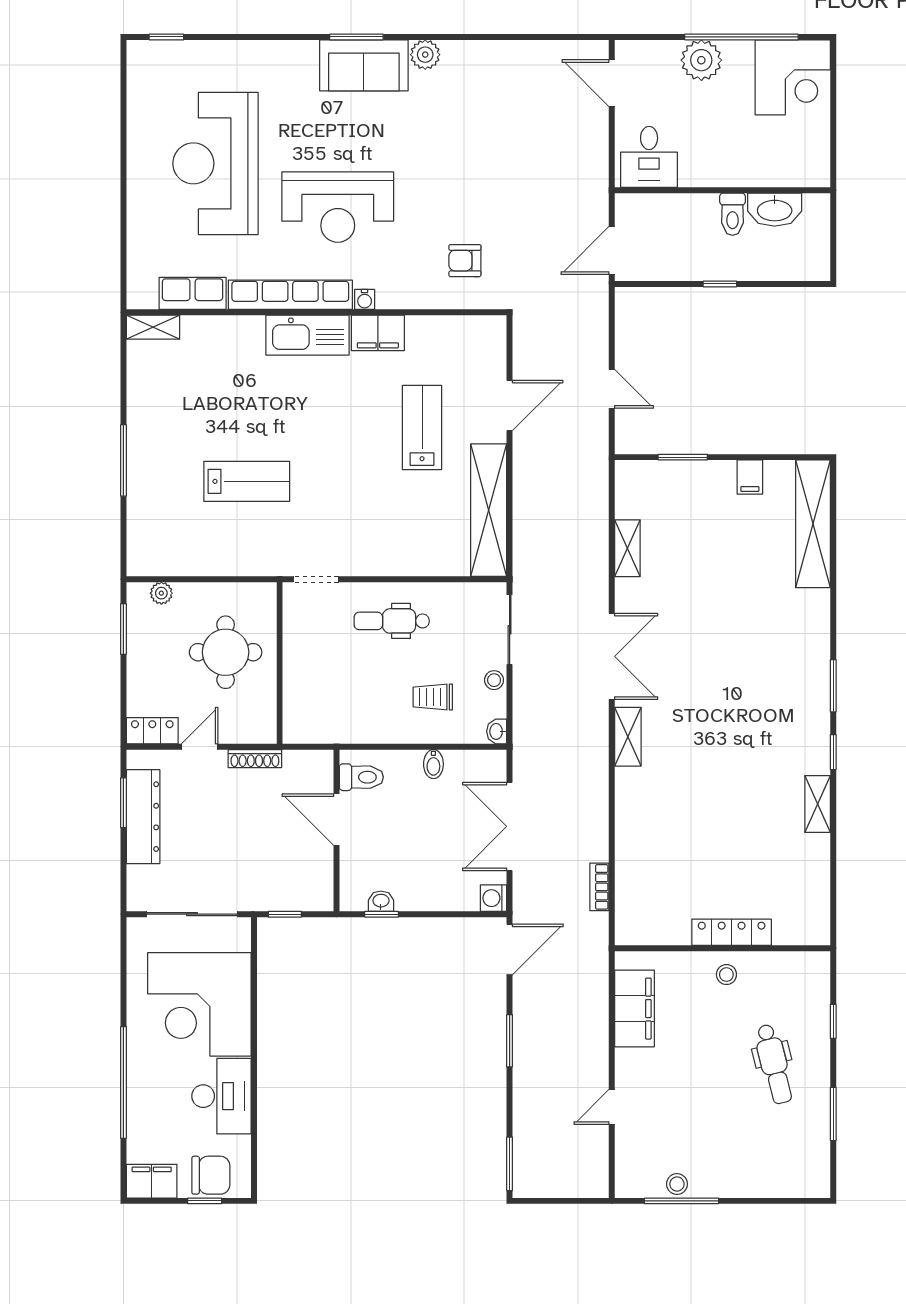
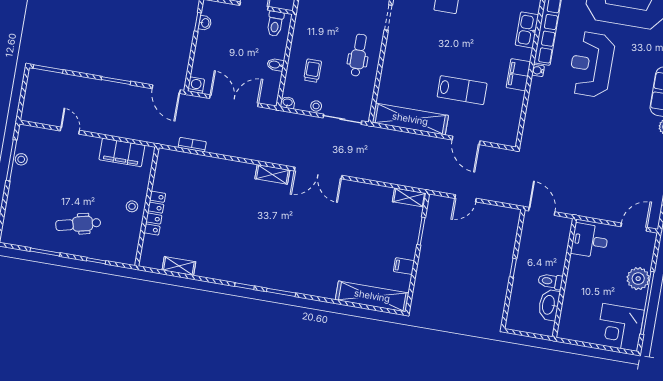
armchair: (465, 261) -> (550, 129), removed
kitchen sink: (307, 335) -> (527, 30), width x0.73, depth x0.81
shelving: (627, 548) -> (409, 198), moved
shelving: (818, 804) -> (179, 266), moved

